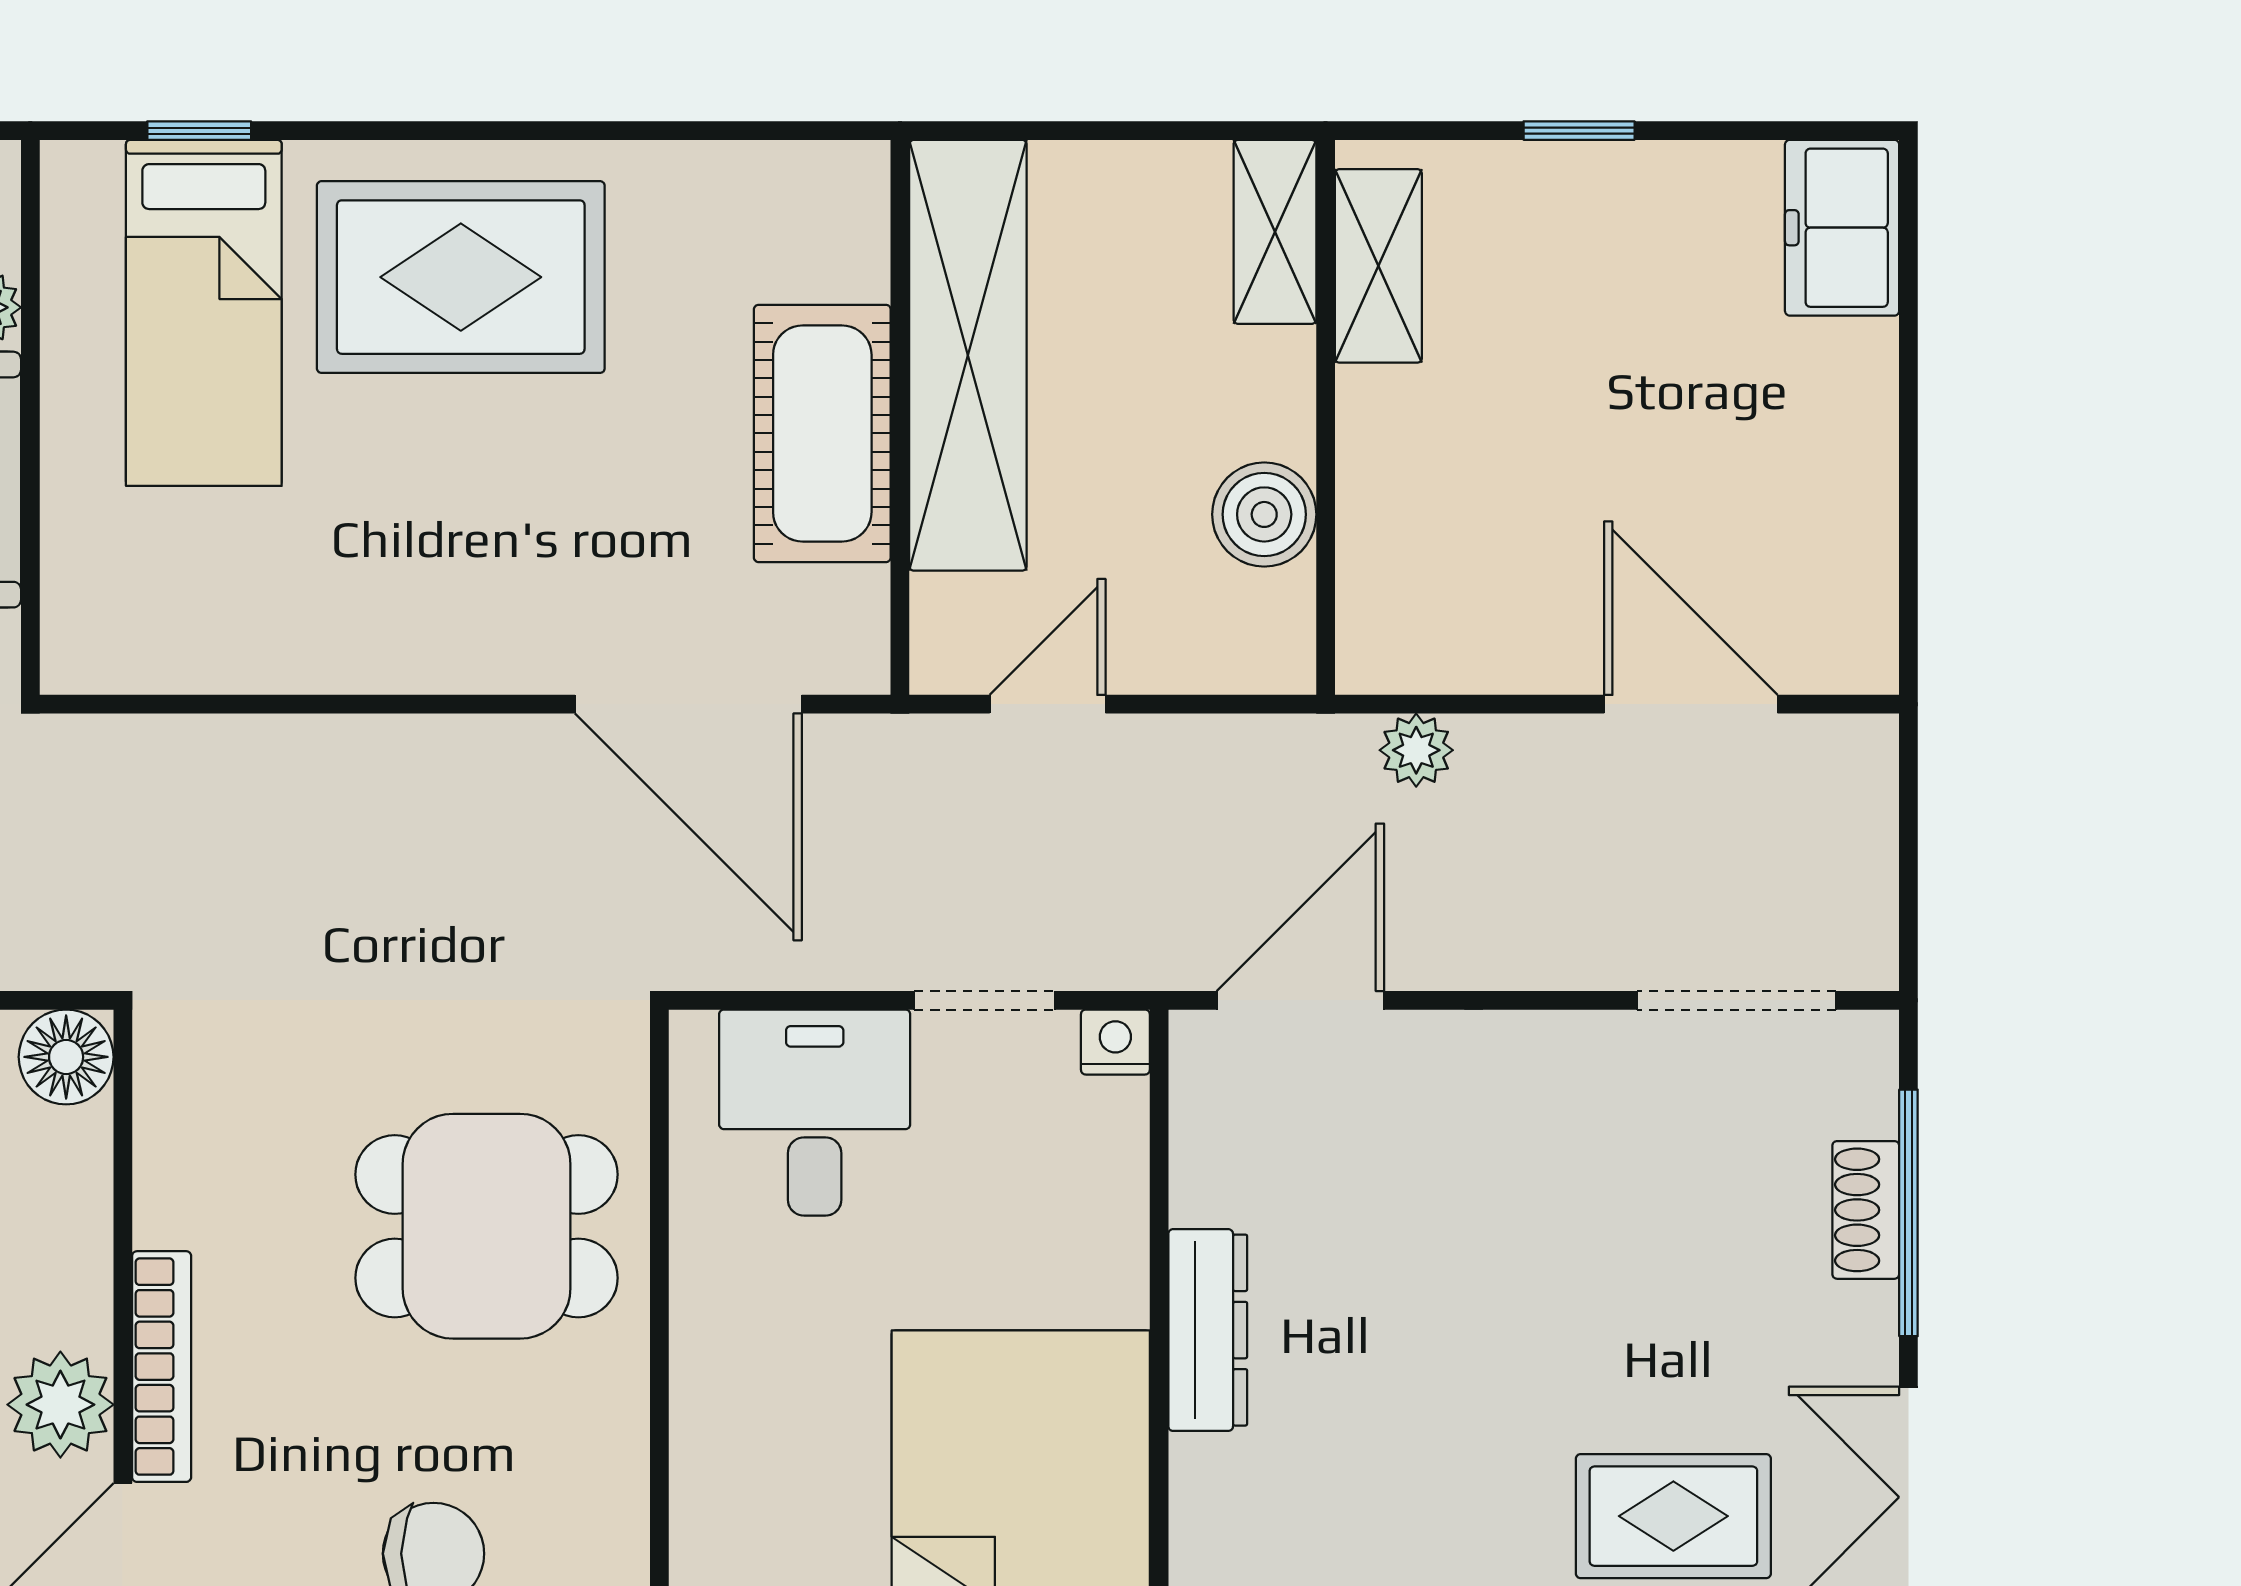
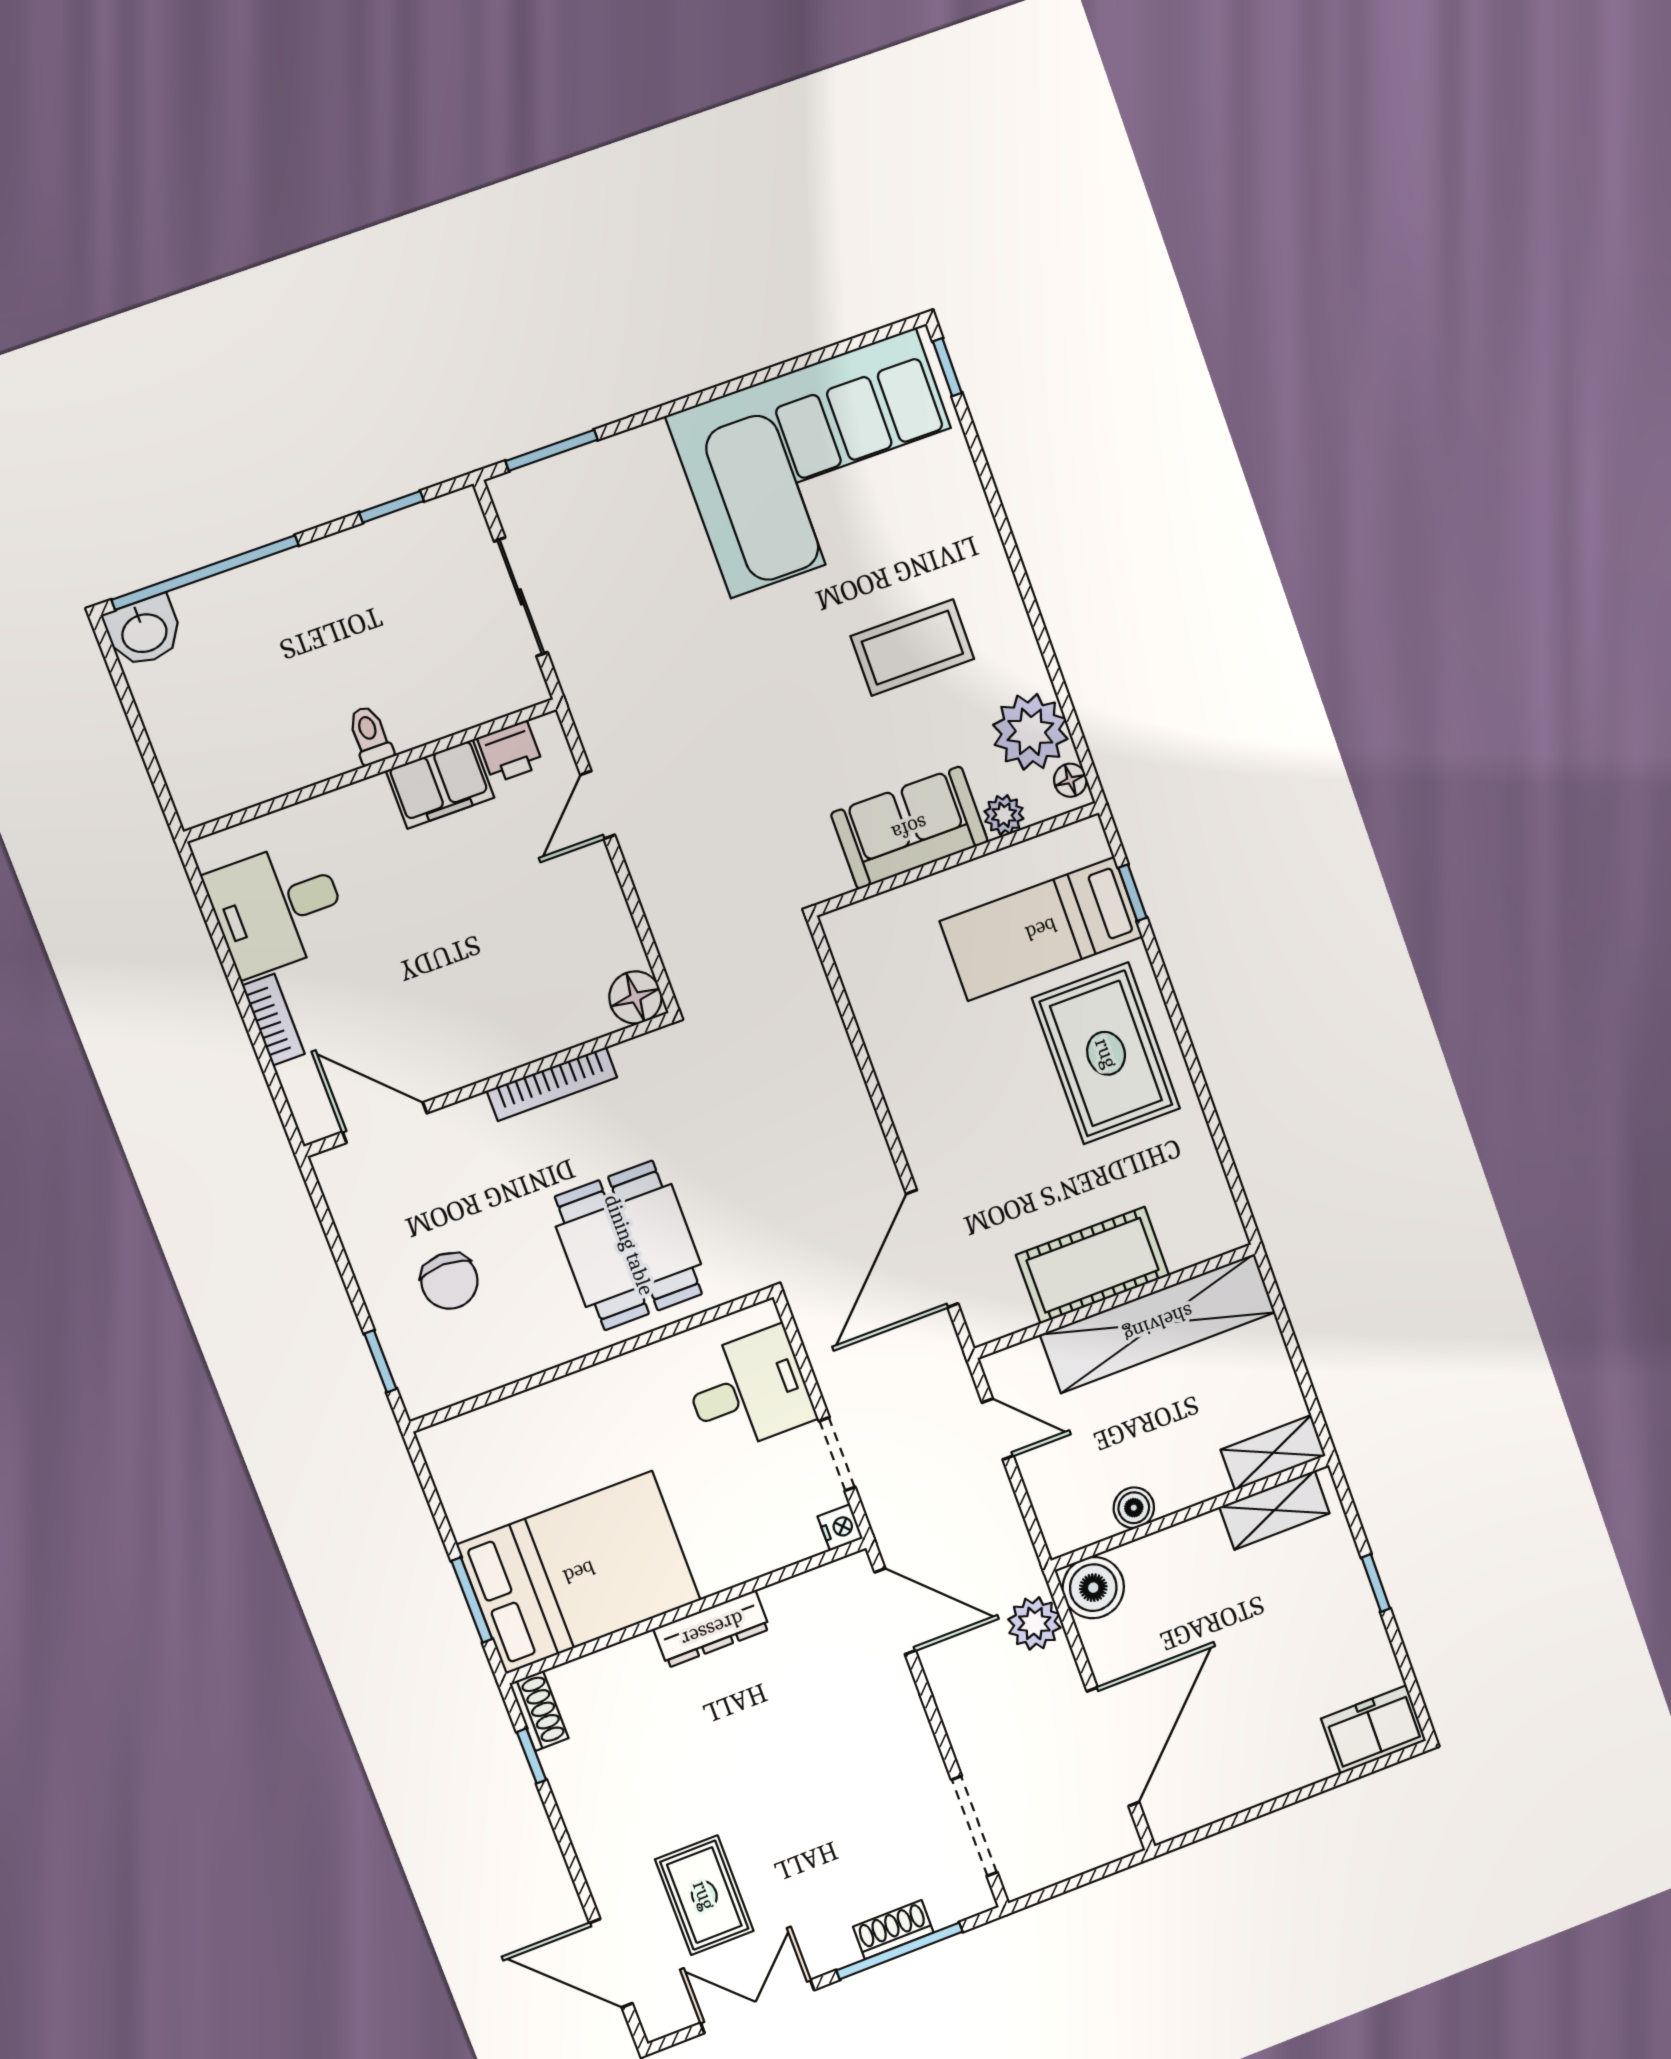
boiler: (1264, 514) -> (1134, 1508), width x0.73, depth x0.73
boiler: (1393, 637) -> (1093, 1588), added
door: (1691, 704) -> (1113, 1747), width x1.36
plant: (1416, 750) -> (1034, 1623), width x1.38, depth x1.38
bookcase: (162, 1367) -> (552, 1084), moved
plant: (60, 1405) -> (454, 1060), removed

